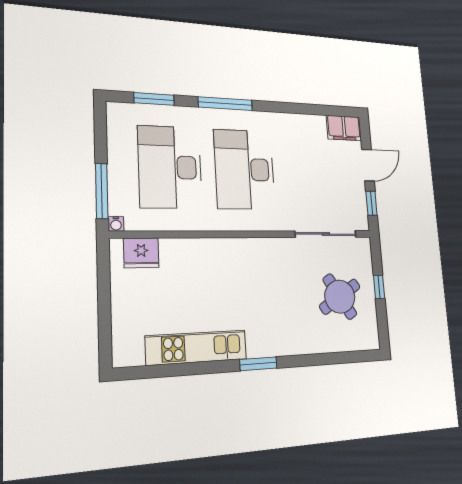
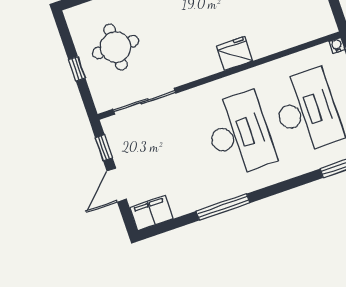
window: (225, 104) -> (223, 207), moved
fridge: (141, 253) -> (235, 53), moved
round table: (340, 297) -> (116, 47), turned 32

